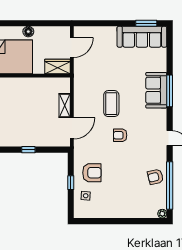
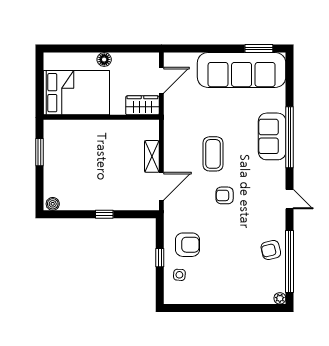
sofa: (142, 37) -> (242, 70), width x1.36, depth x1.27
window: (170, 91) -> (290, 137), width x1.46

